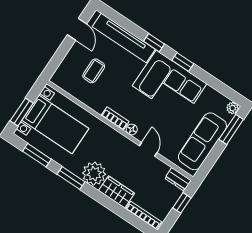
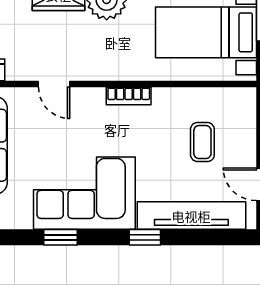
window: (183, 62) -> (61, 237), moved
floor lamp: (132, 129) -> (95, 96), removed

